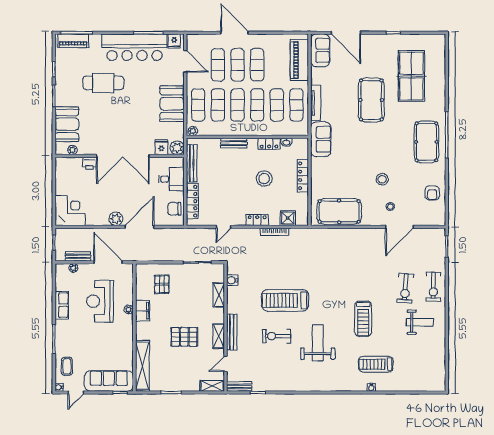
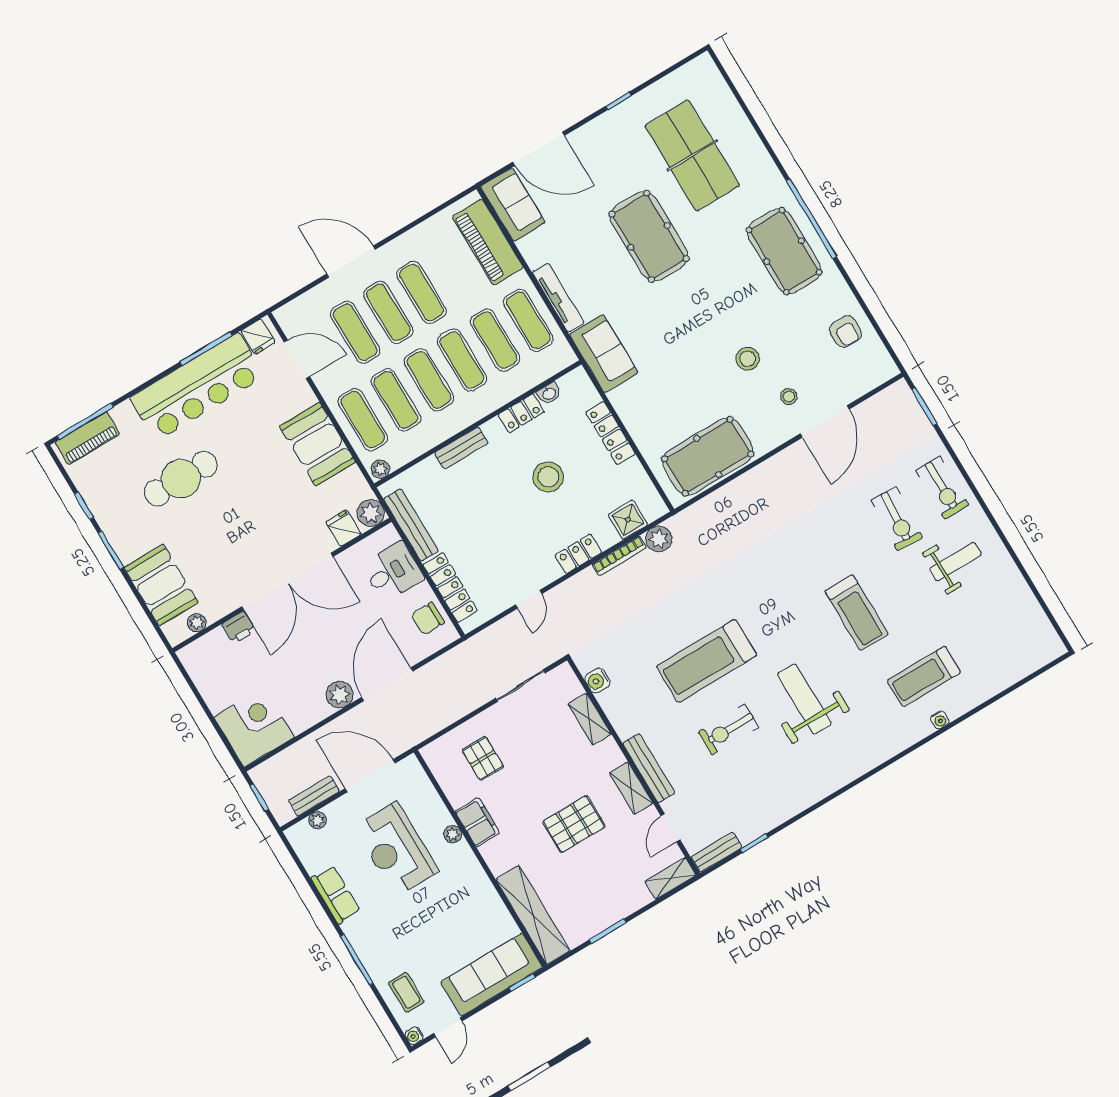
plant: (296, 235) -> (659, 539), added

